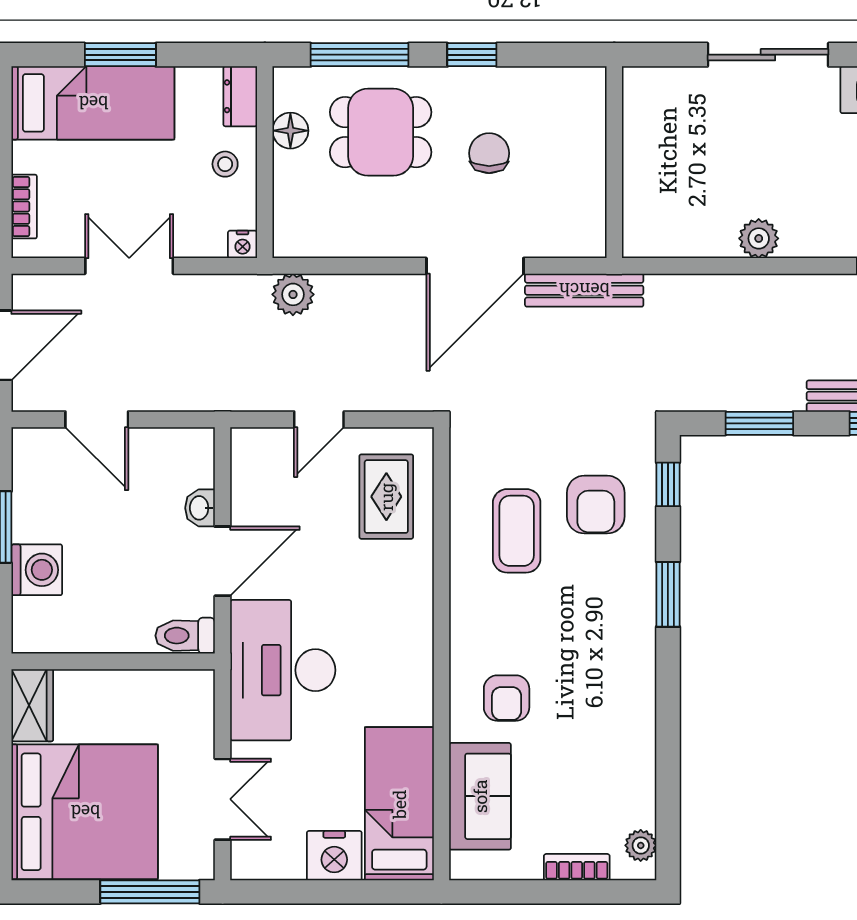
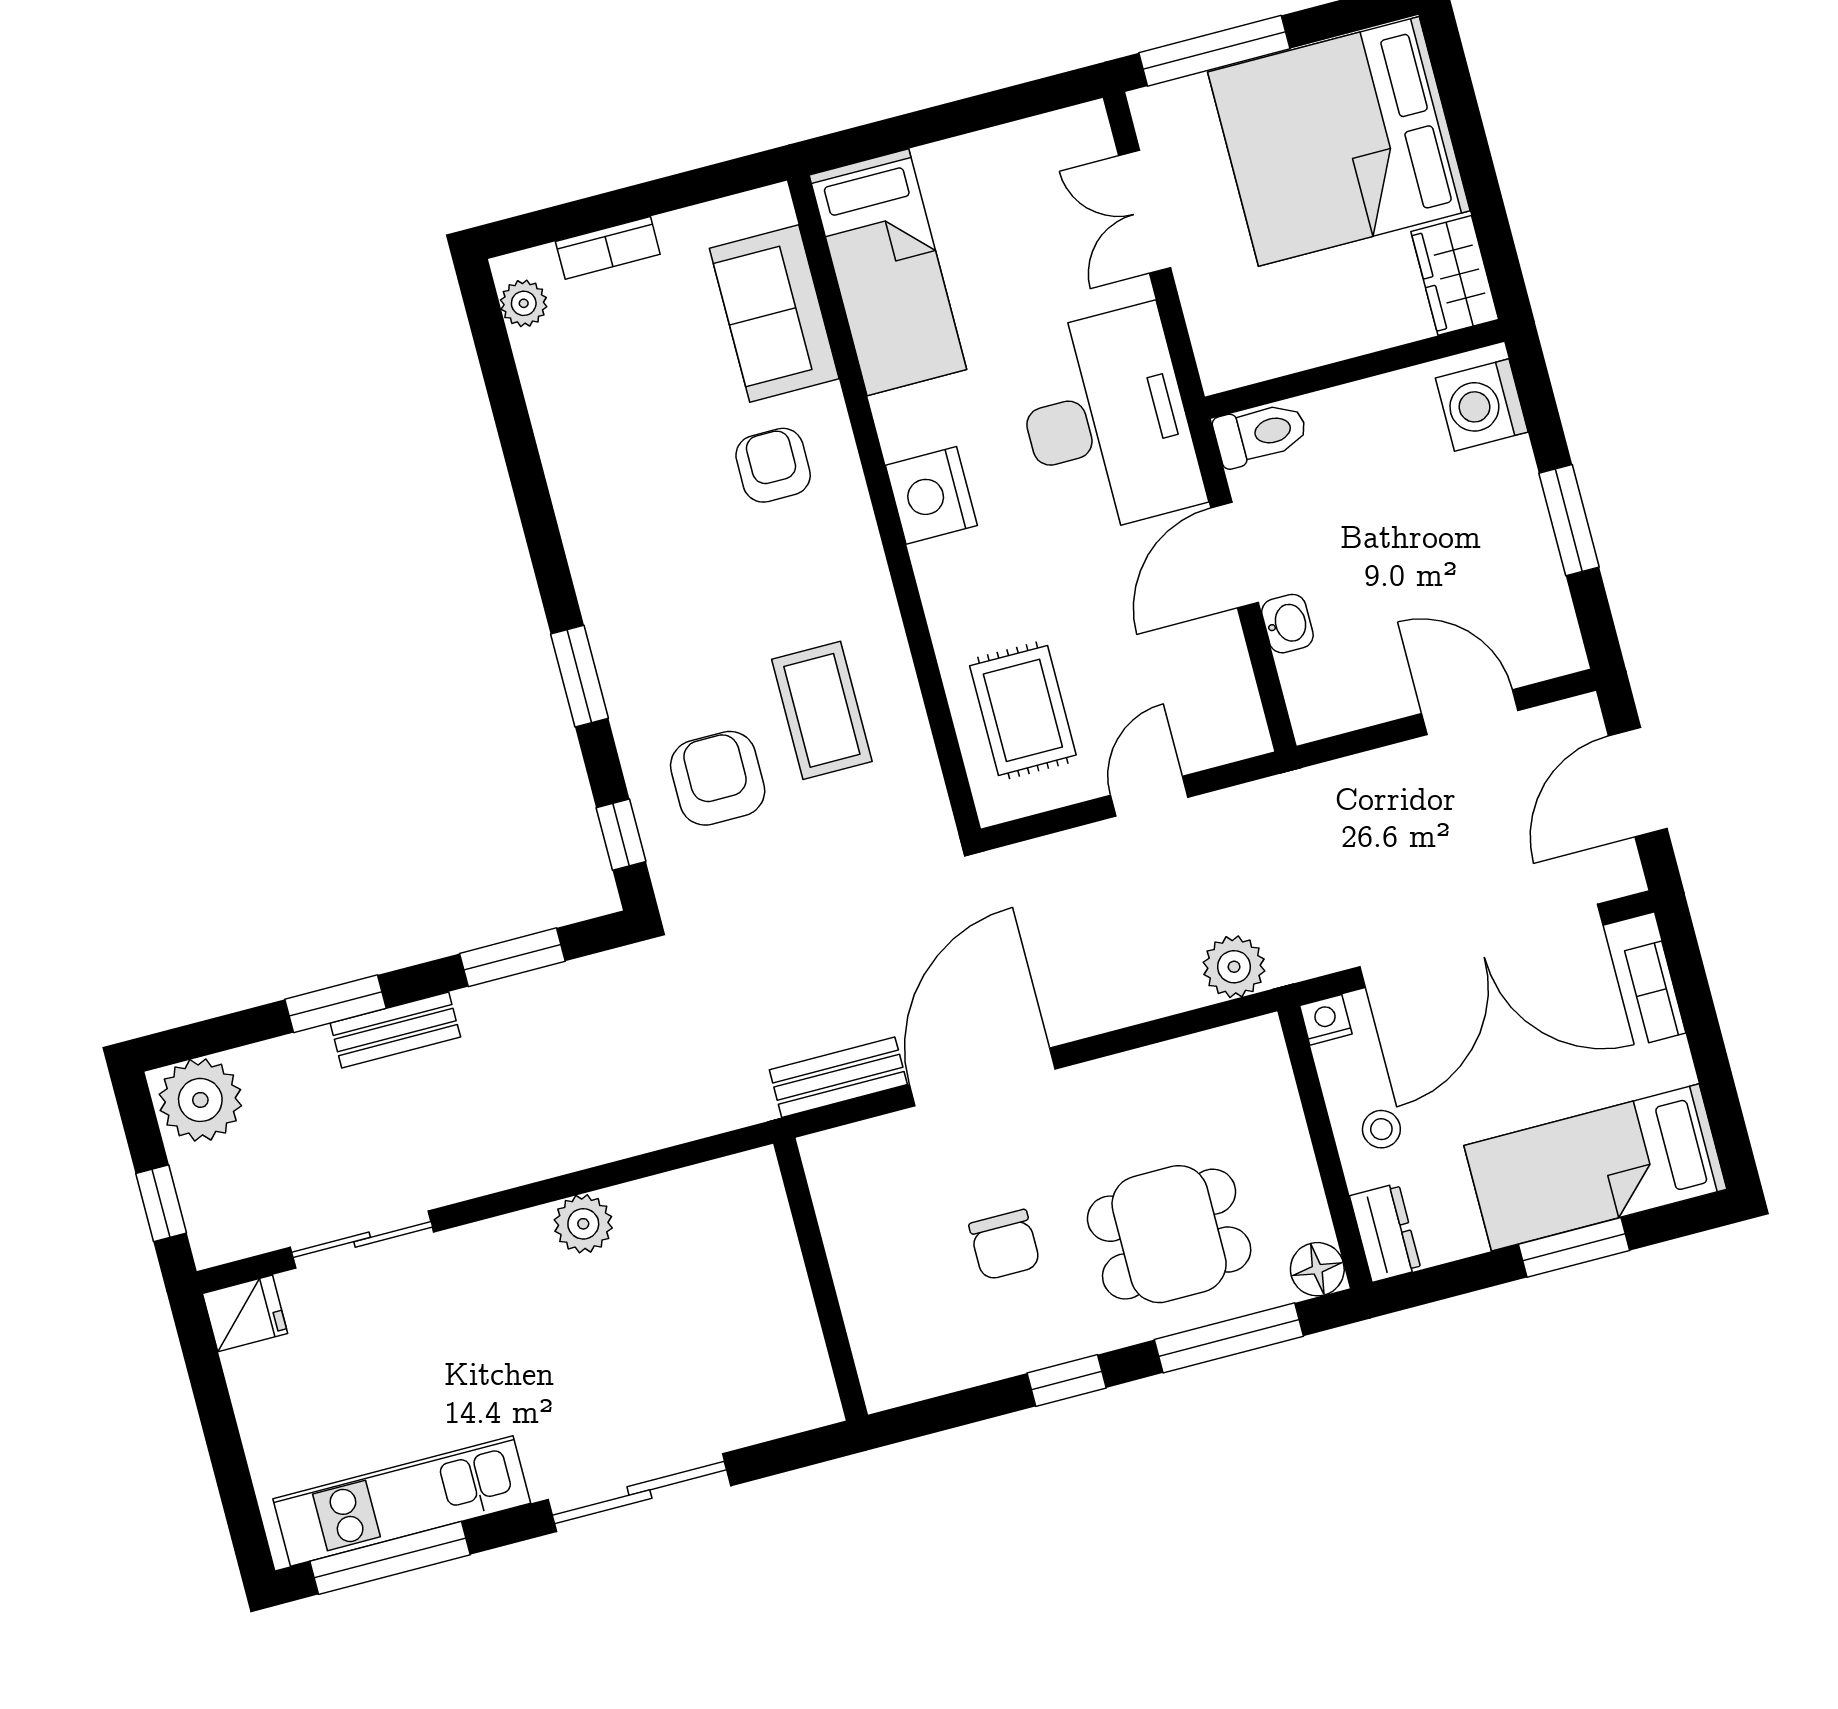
floor lamp: (290, 131) -> (1317, 1269), moved
double door: (129, 266) -> (1481, 946), width x1.87
bench: (584, 290) -> (838, 1077), width x0.73
washing machine: (37, 570) -> (1482, 405), moved
nightstand: (334, 856) -> (931, 495), moved, turned -90

